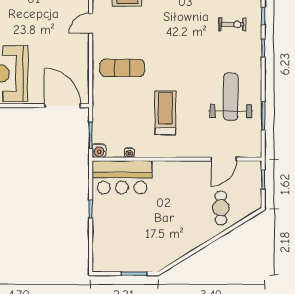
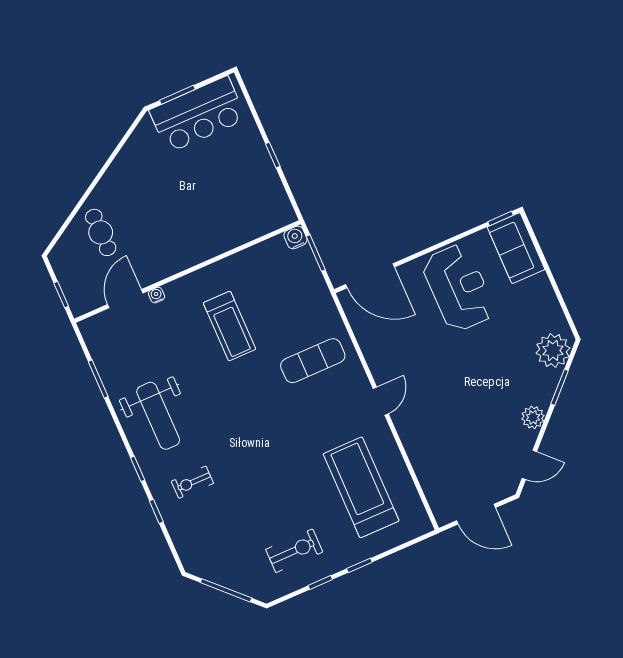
weight bench: (231, 97) -> (158, 416), moved
water cooler: (129, 153) -> (156, 295), moved
bar counter: (122, 177) -> (198, 114), moved, turned 180

